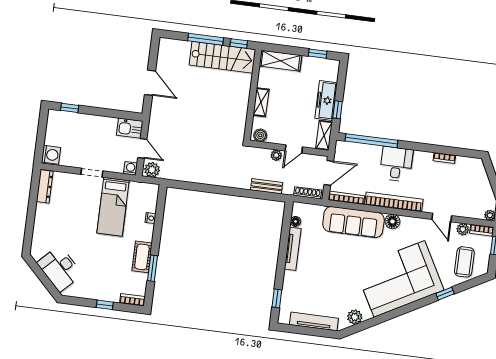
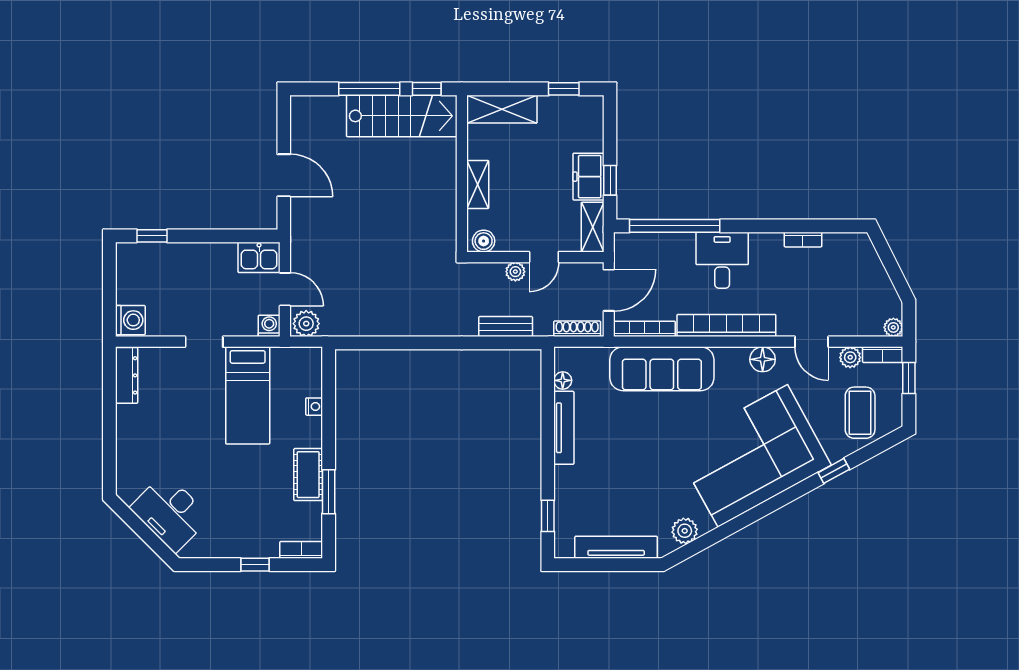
freezer: (326, 100) -> (588, 177), width x0.71
floor lamp: (392, 221) -> (763, 359), moved

